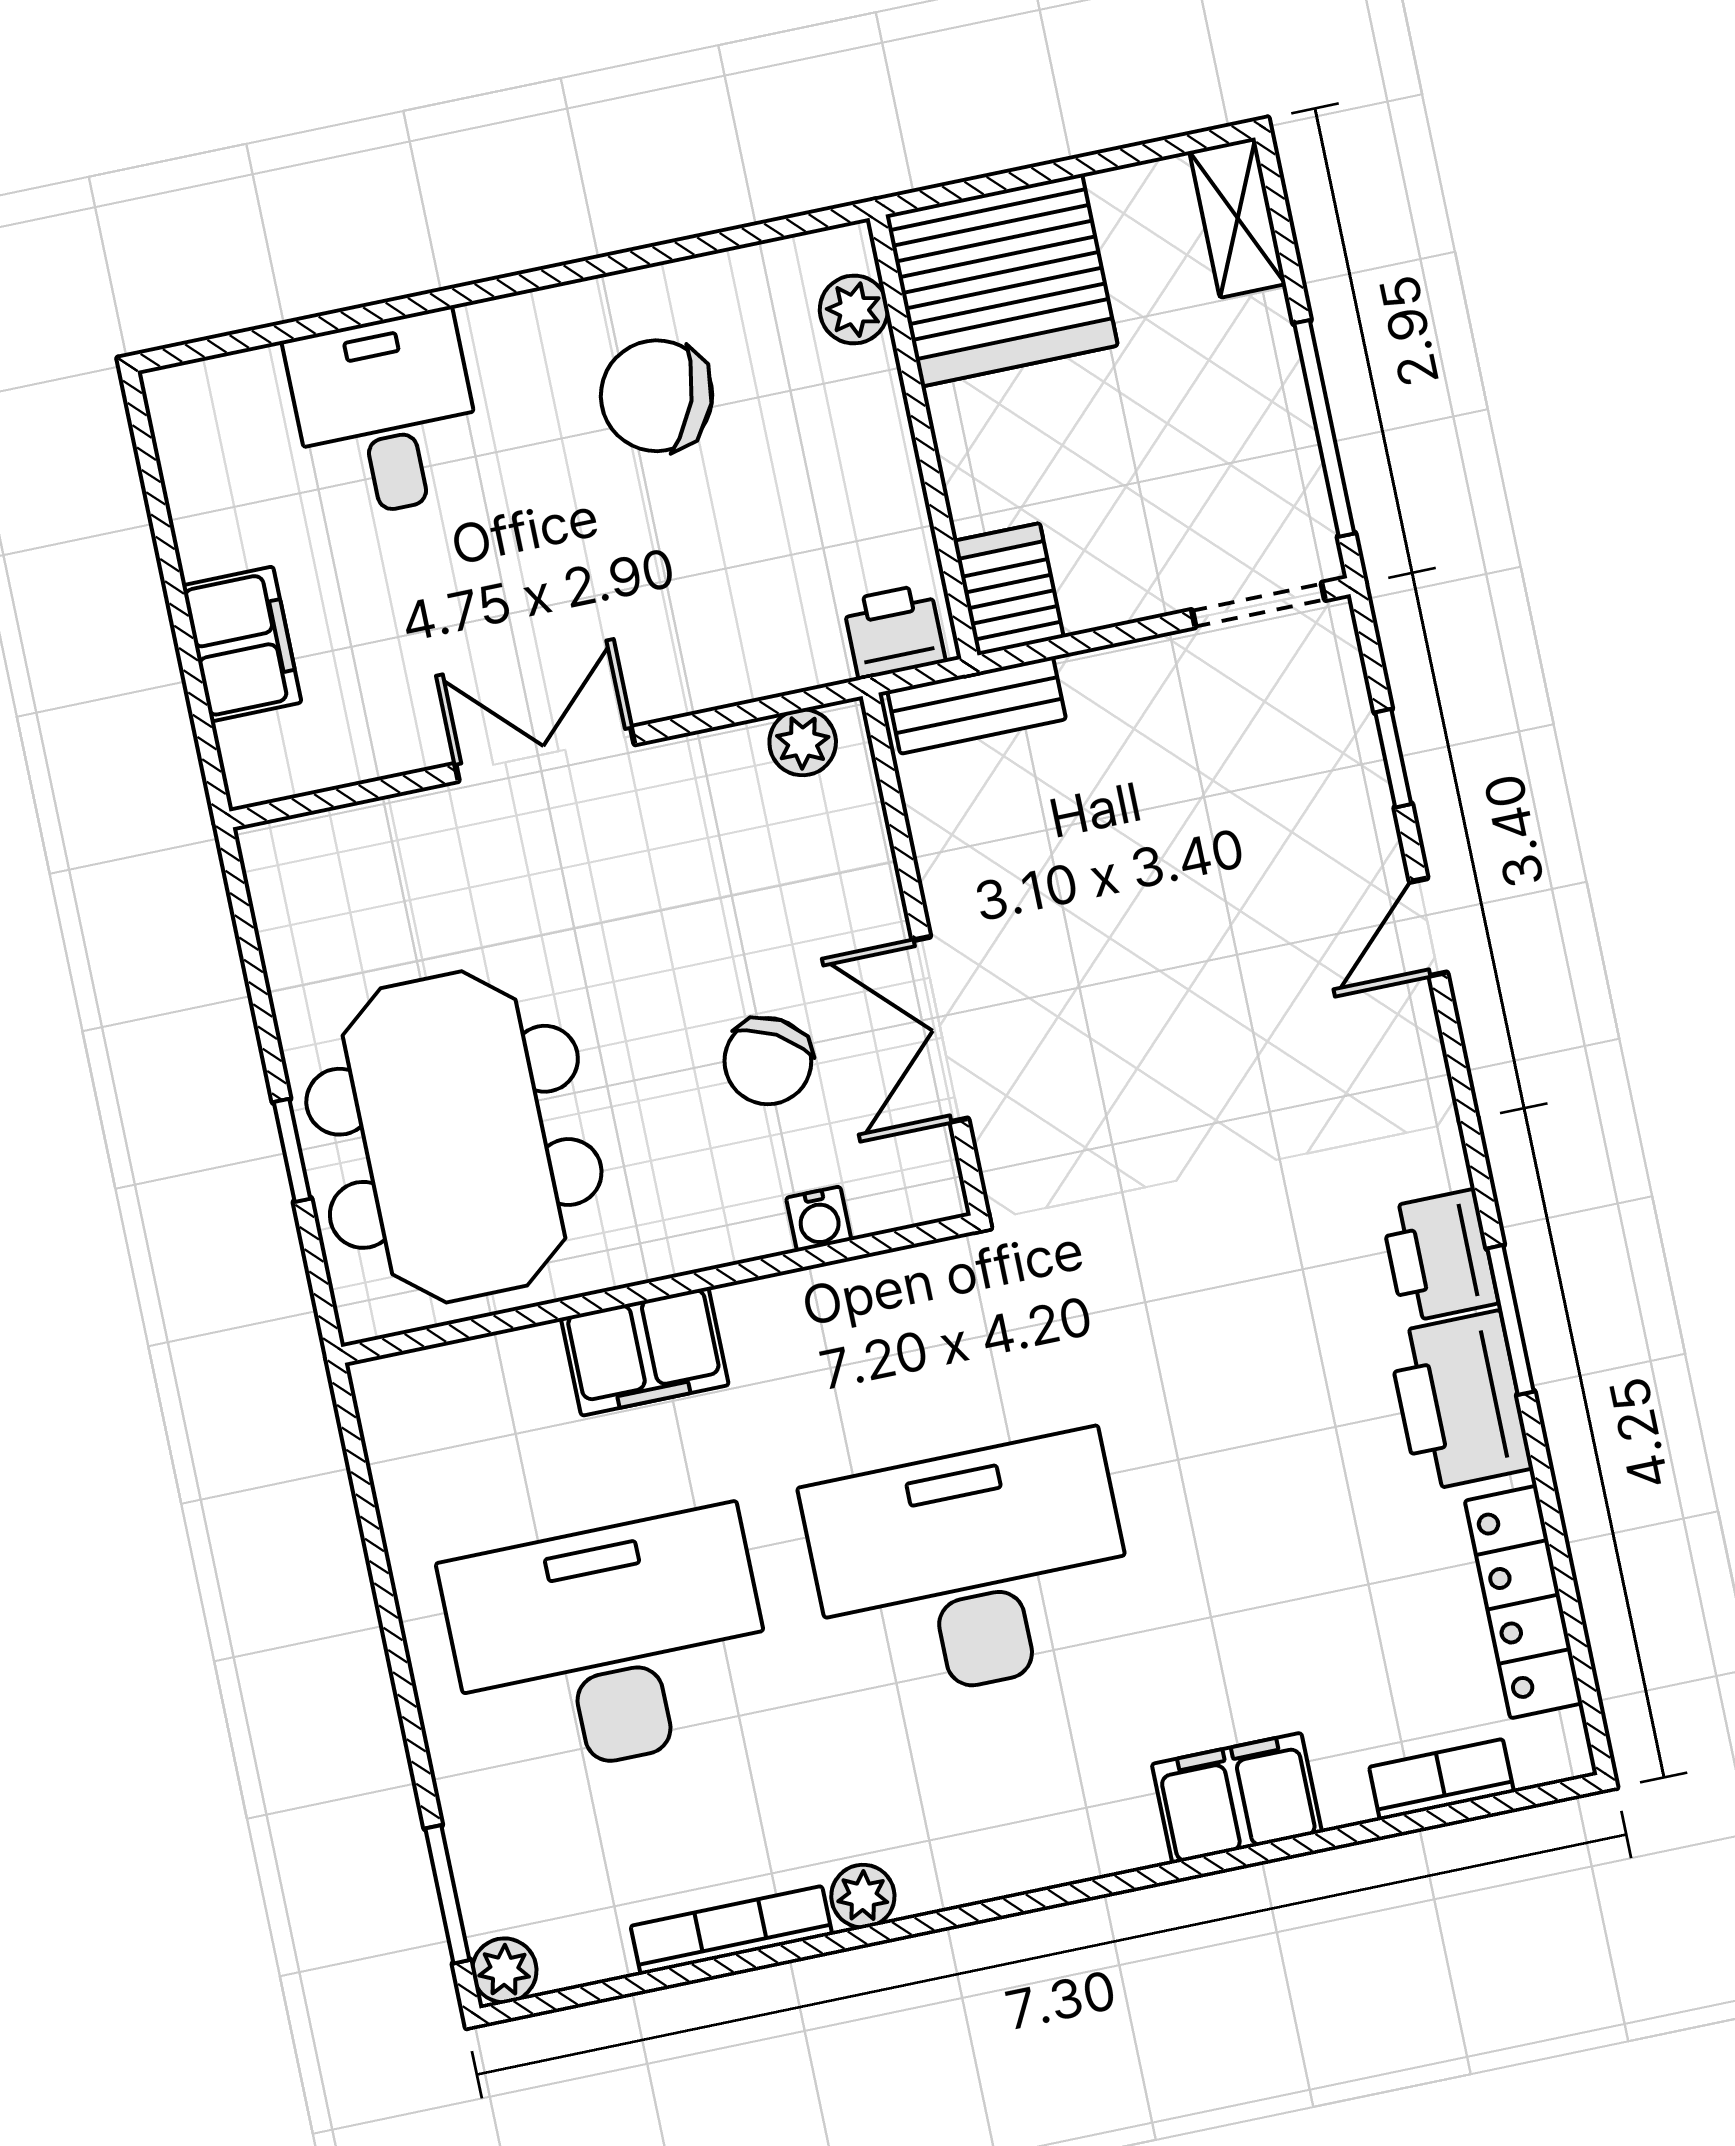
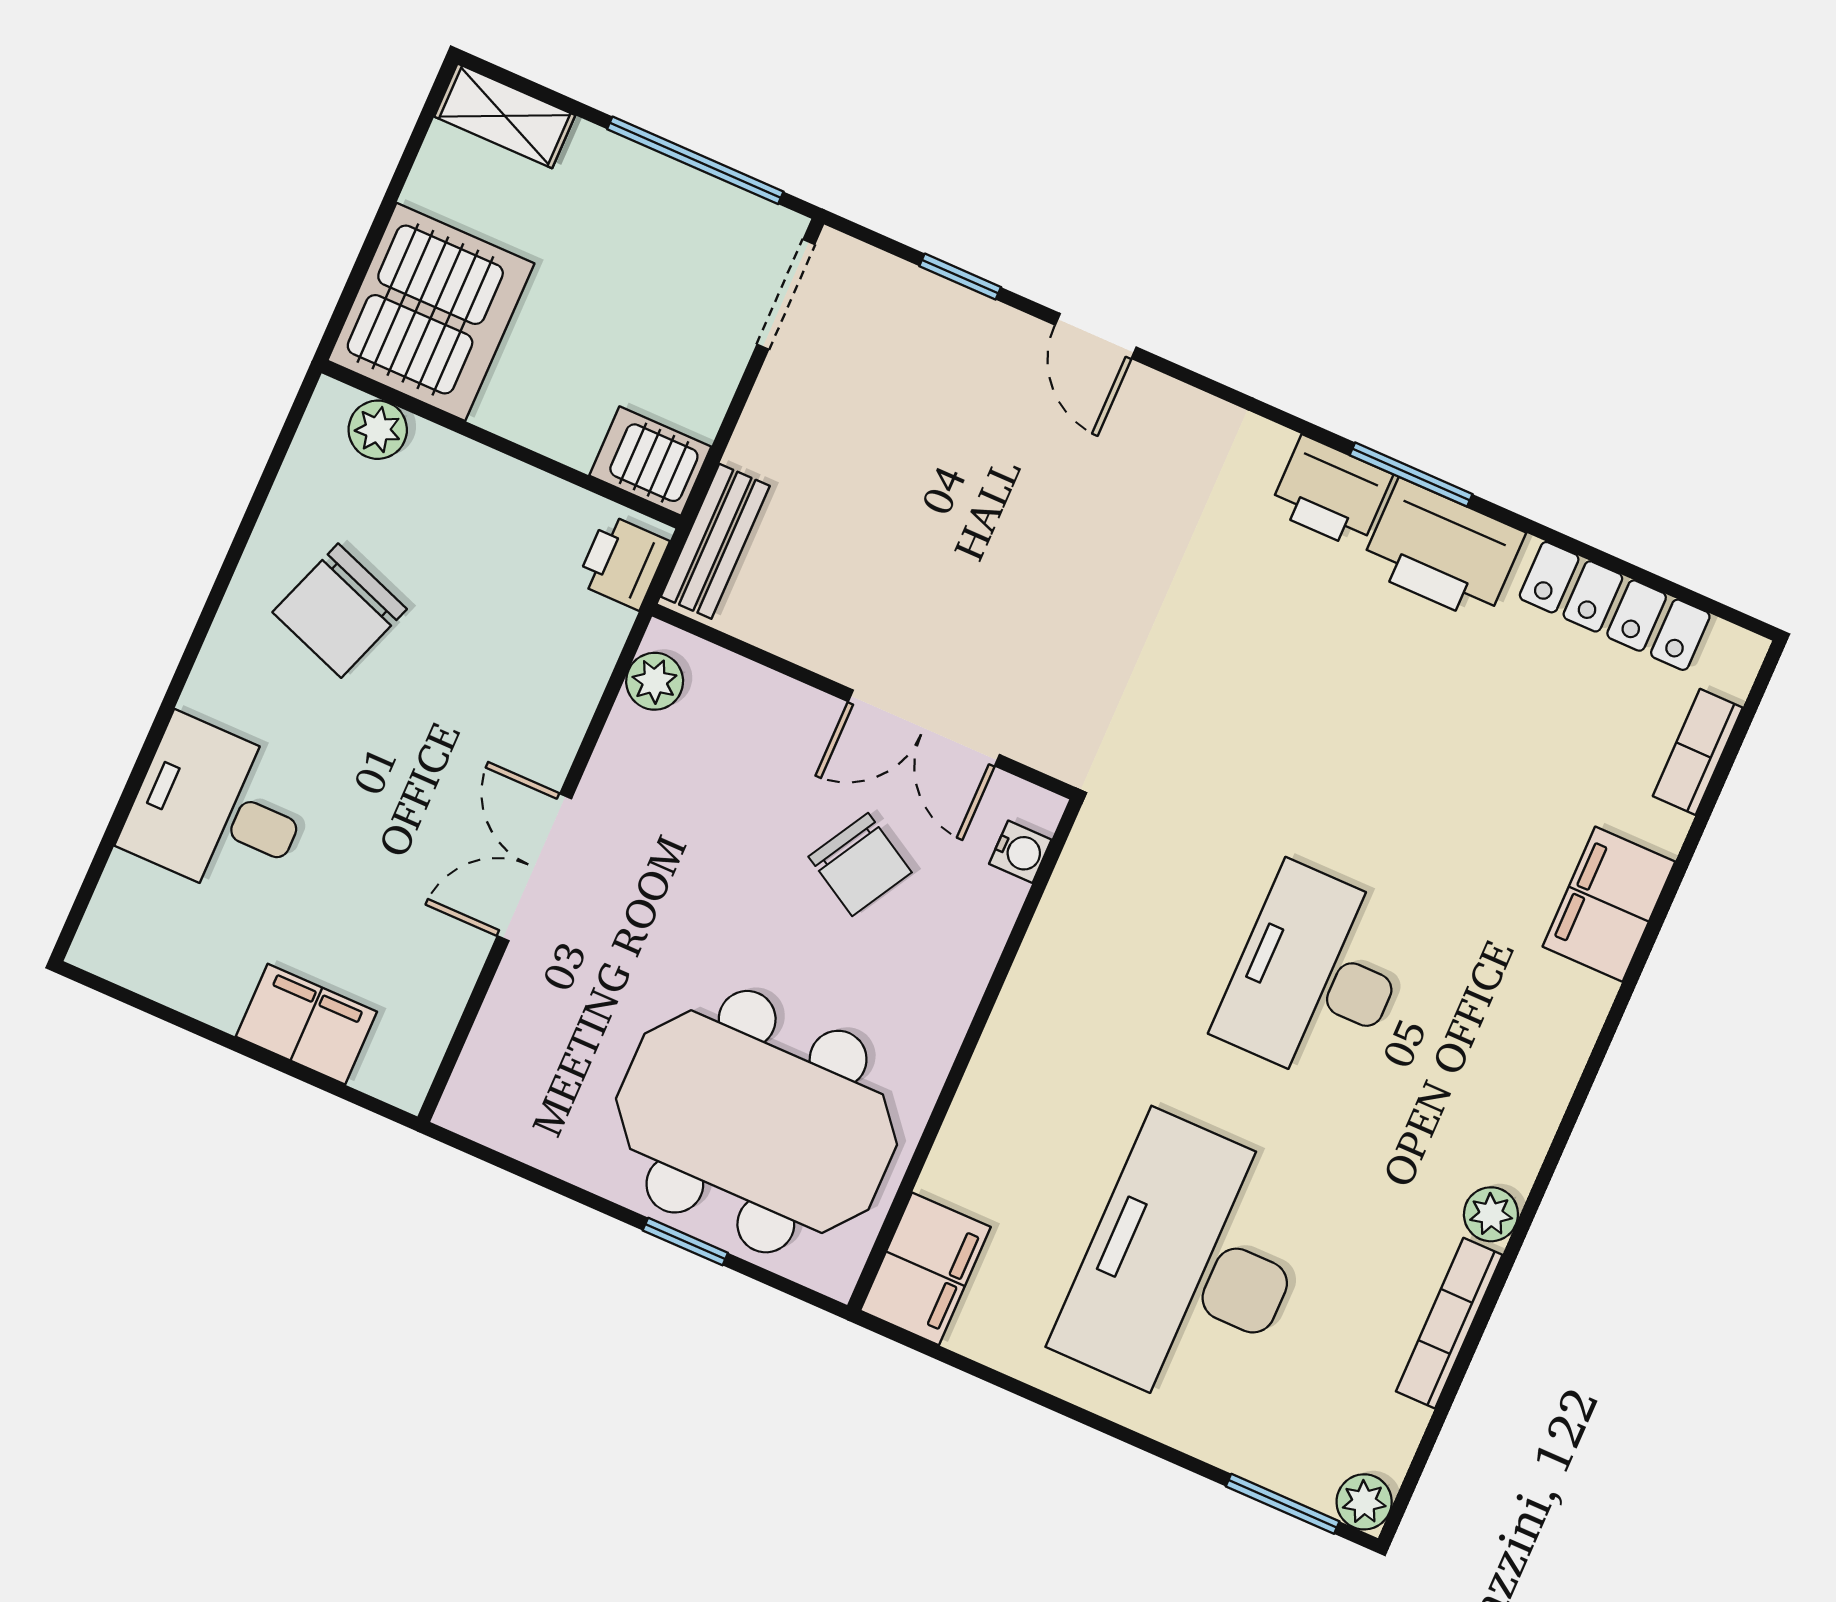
water cooler: (819, 1219) -> (1020, 852), moved
filing cabinet: (645, 1351) -> (925, 1269), moved
desk: (971, 1569) -> (1316, 976), width x0.73, depth x0.77

